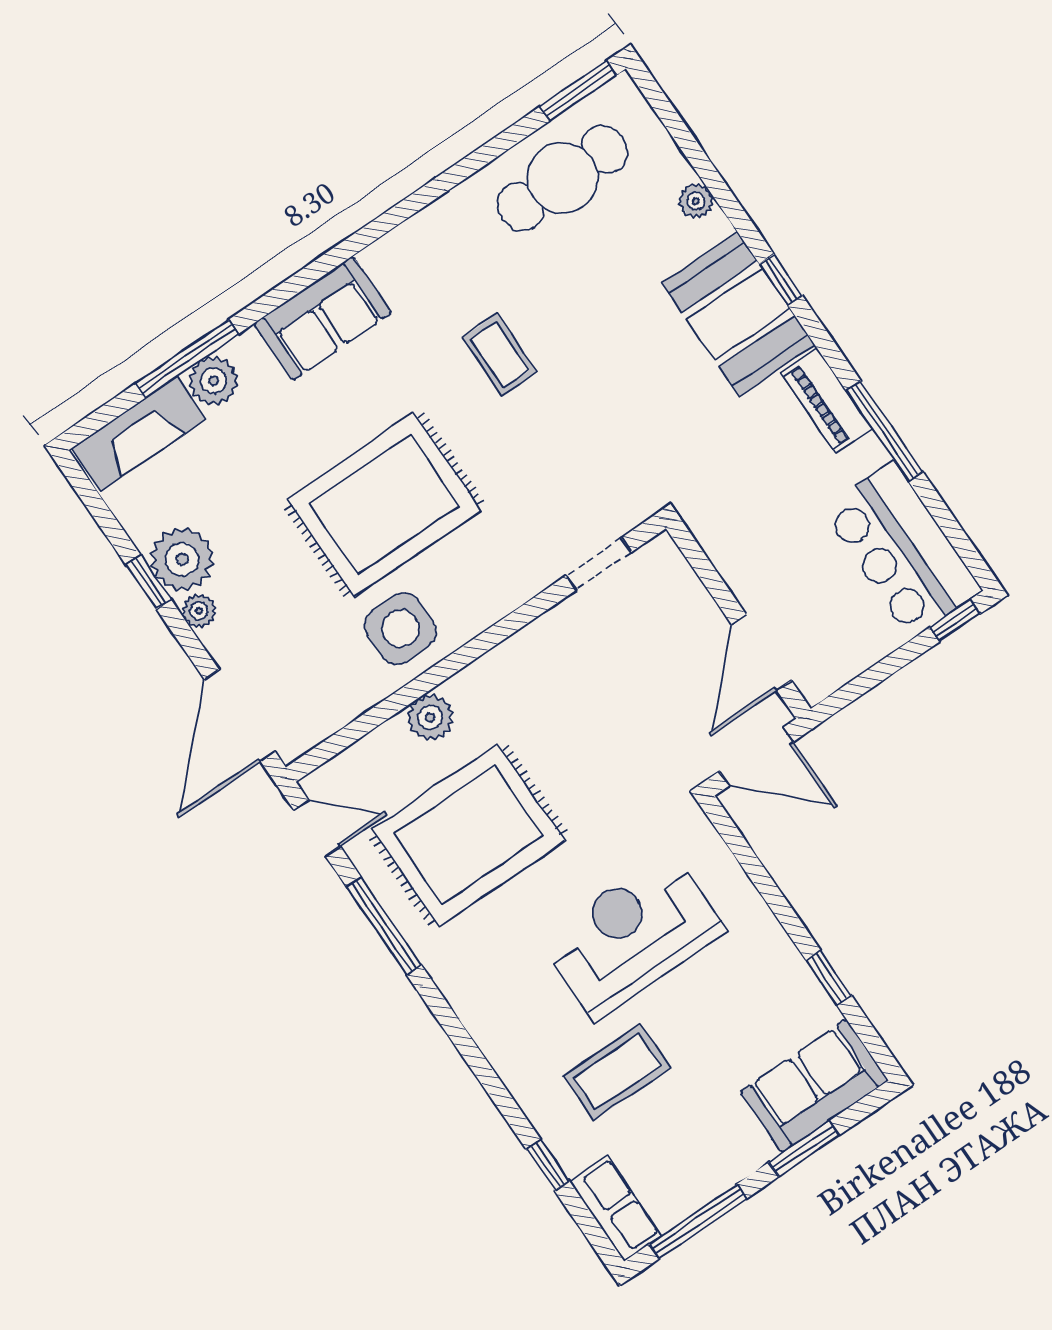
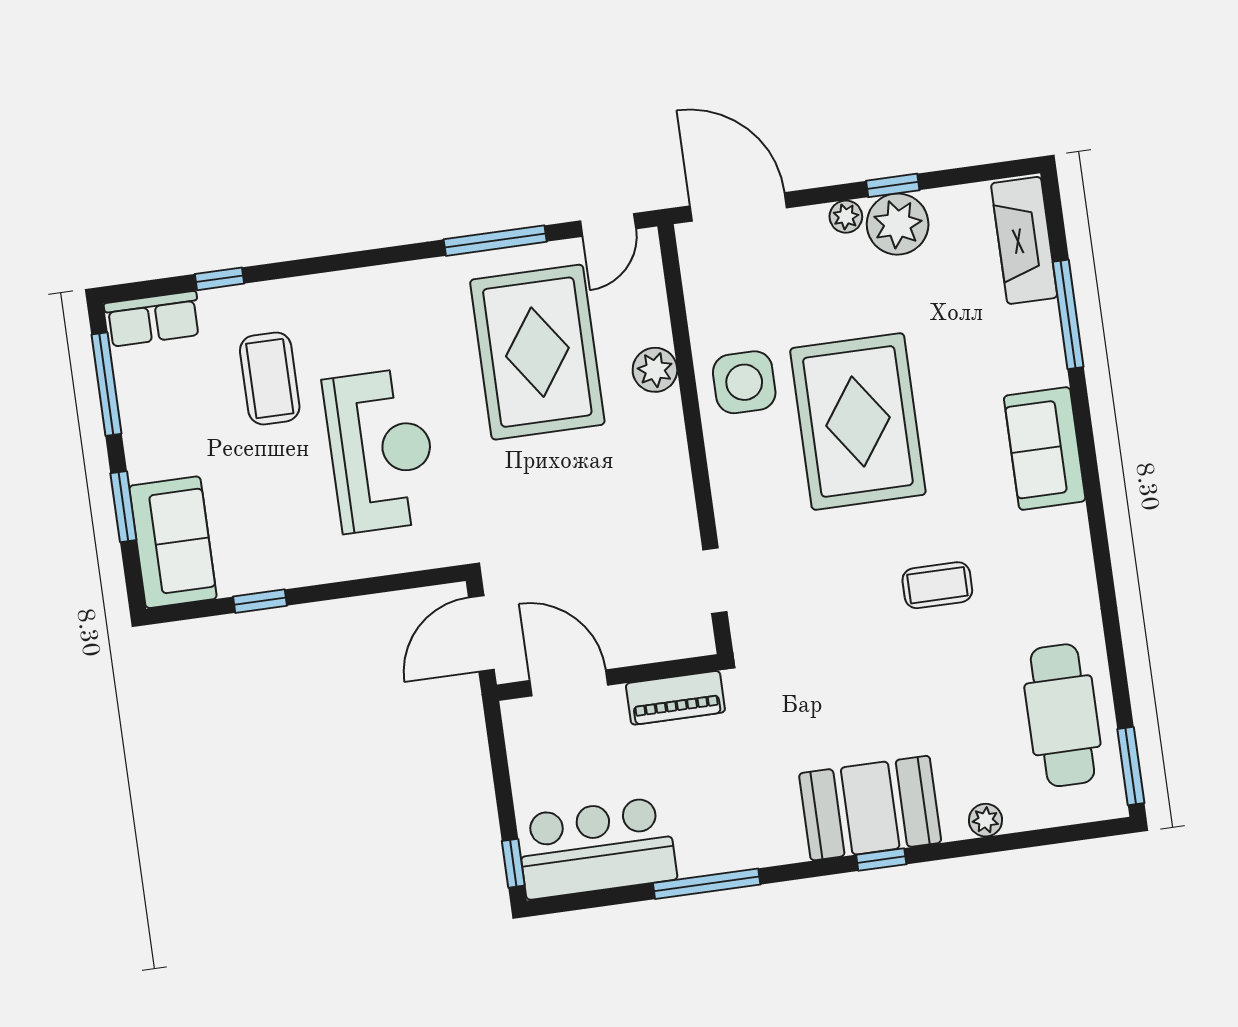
plant: (213, 381) -> (1038, 328), removed
piano: (826, 401) -> (675, 698), moved, turned 180

